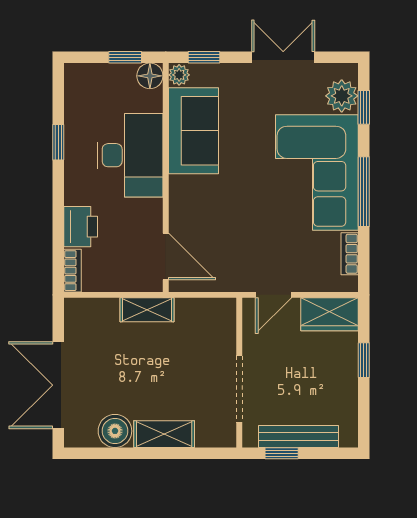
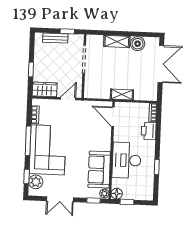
bench: (299, 436) -> (55, 38), width x0.73

